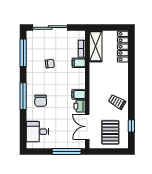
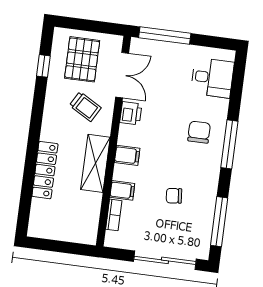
shelving: (96, 46) -> (95, 163), moved
locker: (123, 47) -> (45, 170), moved
filing cabinet: (79, 94) -> (127, 155), moved
trolley: (117, 102) -> (85, 107), moved

